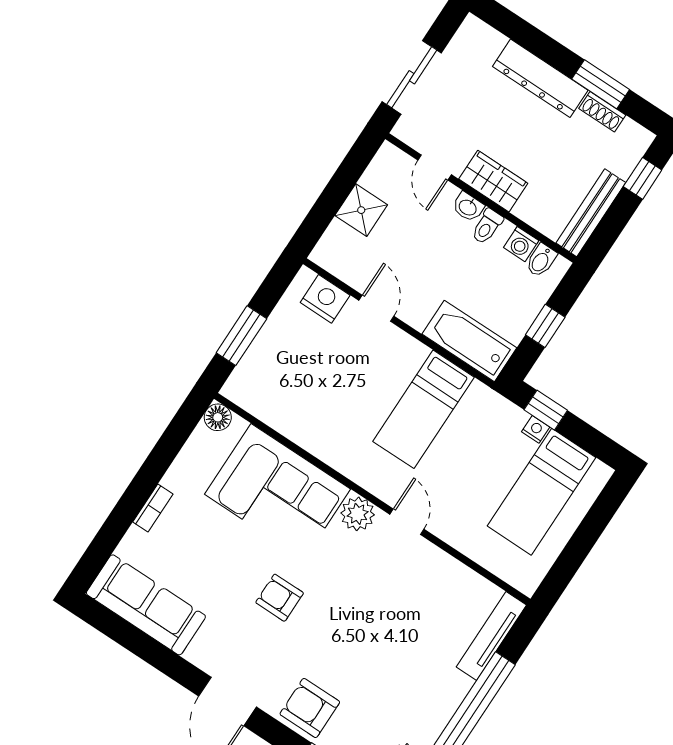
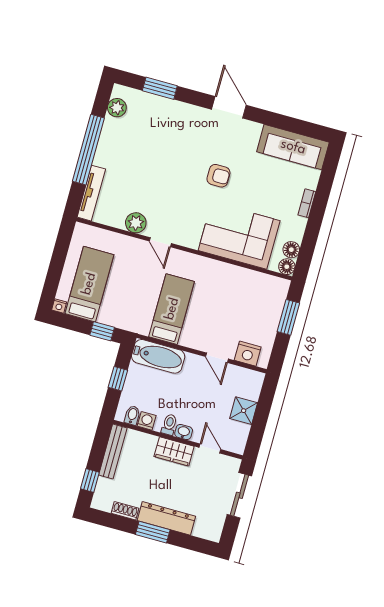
window: (601, 84) -> (153, 532), moved
nightstand: (536, 429) -> (59, 306), moved
floor lamp: (202, 442) -> (291, 250), added
plant: (358, 514) -> (136, 223), moved
armchair: (310, 708) -> (181, 119), removed

